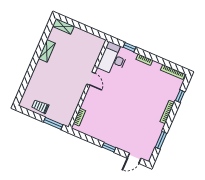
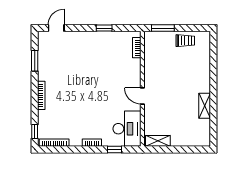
shelving: (63, 26) -> (158, 141), moved
window: (180, 96) -> (35, 132), moved
window: (109, 147) -> (104, 28), moved

